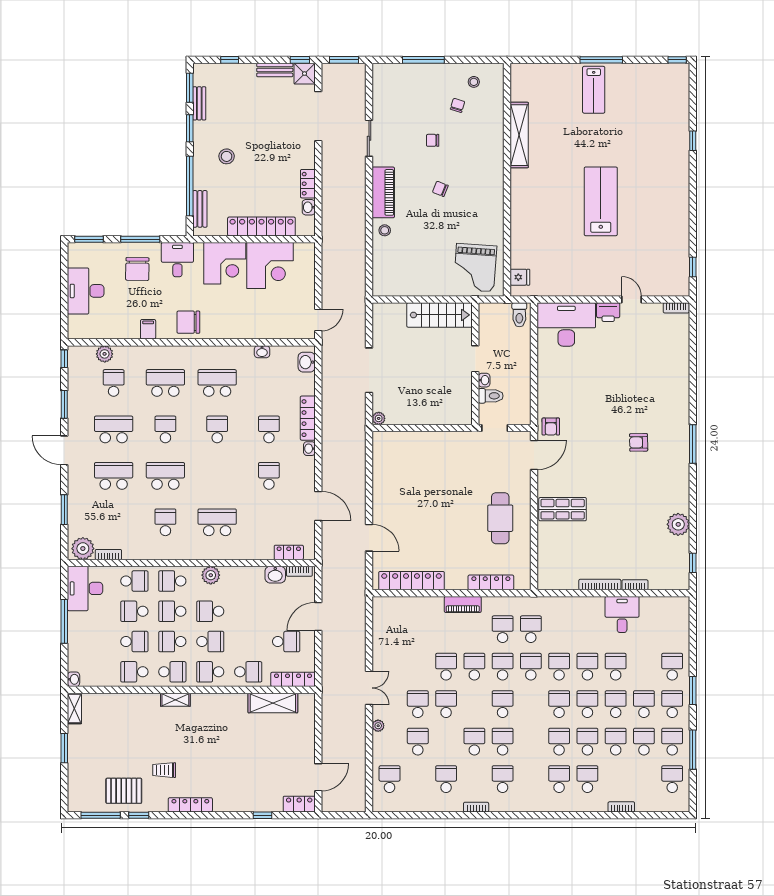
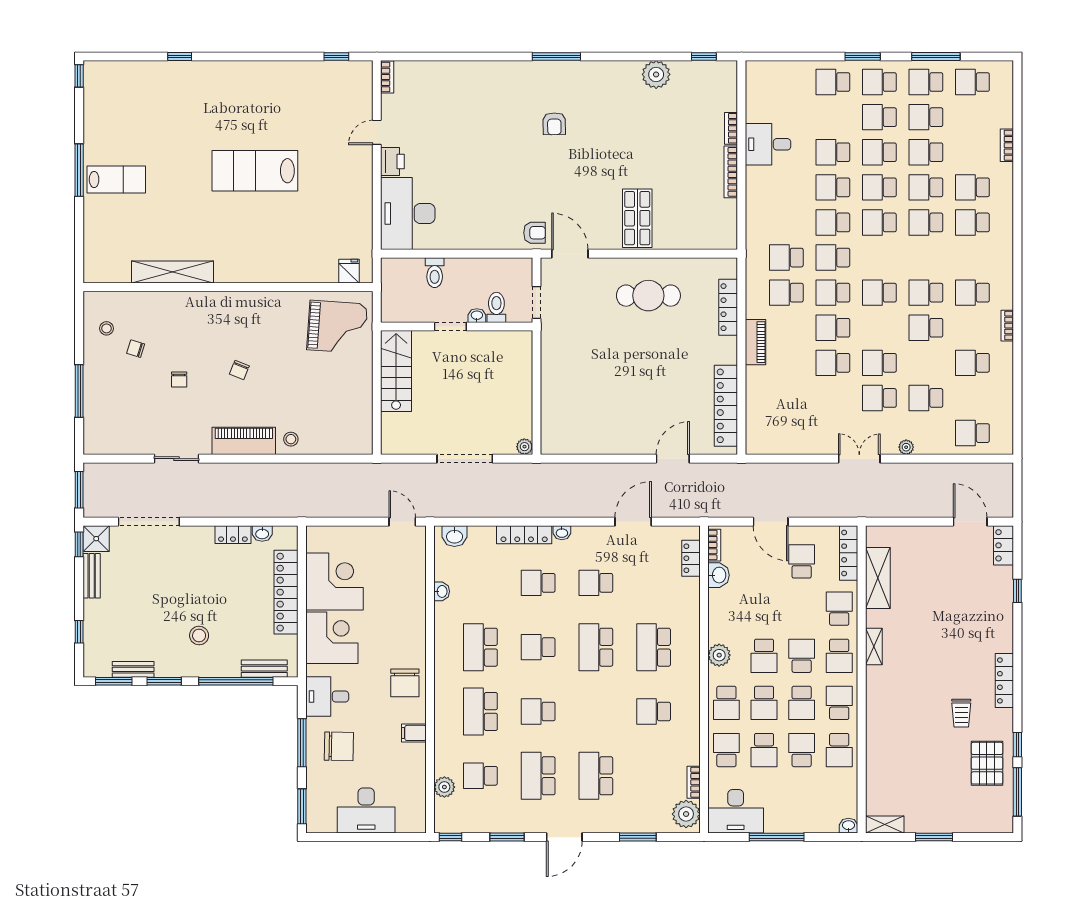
toilet: (519, 315) -> (435, 273), moved, turned 90
school desk: (165, 476) -> (596, 647), moved
shelving: (175, 700) -> (874, 646), moved

